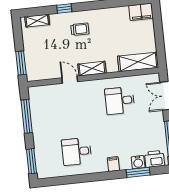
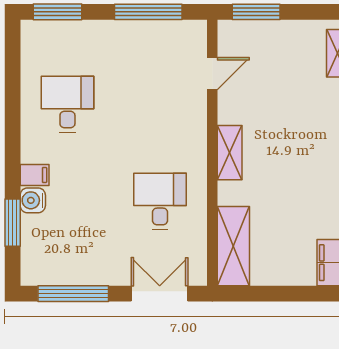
trolley: (80, 29) -> (311, 137), removed
door: (70, 80) -> (212, 74), moved
printer: (154, 159) -> (36, 258), removed
water cooler: (138, 162) -> (33, 200), moved

